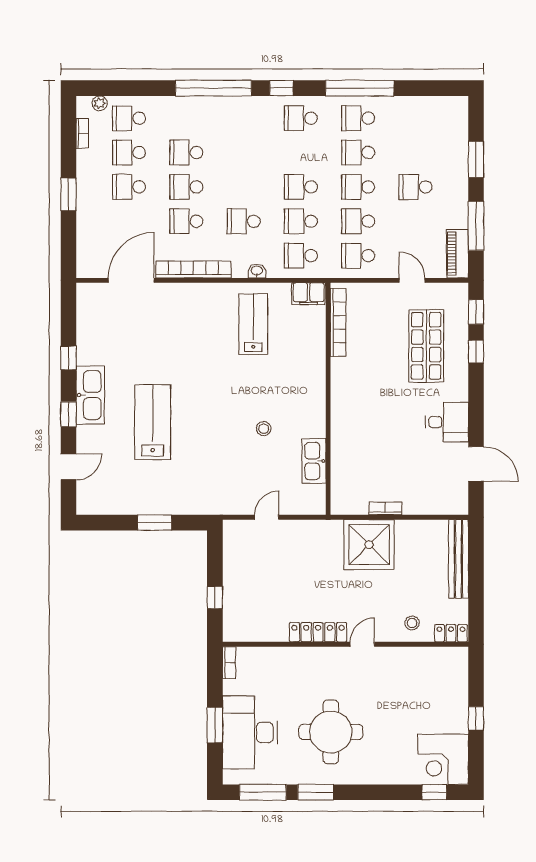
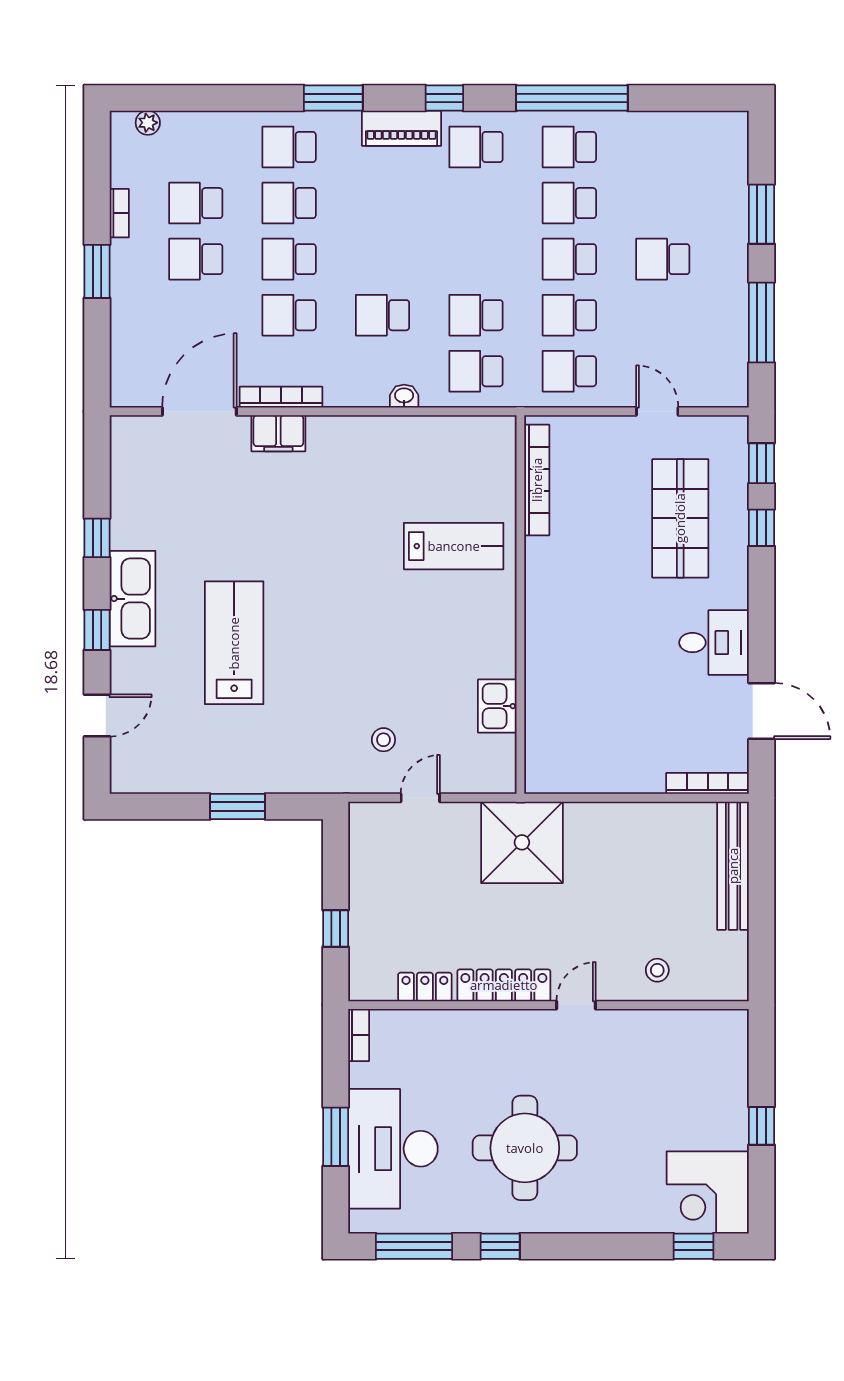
window: (213, 88) -> (333, 98), width x0.47
school desk: (129, 118) -> (289, 147), moved
bookcase: (82, 133) -> (119, 213), moved
school desk: (301, 187) -> (476, 259), removed
piano: (457, 254) -> (401, 128), moved, turned -90
bookcase: (193, 269) -> (281, 397), width x0.68, depth x0.76
filing cabinet: (309, 294) -> (278, 433), moved
lab bench: (253, 324) -> (454, 546), moved, turned 90
stool: (264, 429) -> (383, 740), moved
kitchen sink: (314, 461) -> (497, 706), width x0.73
bookcase: (385, 508) -> (708, 783), moved, width x1.56
shower: (369, 545) -> (522, 842), moved
locker: (451, 633) -> (425, 987), moved
window: (316, 792) -> (500, 1246), width x0.67

